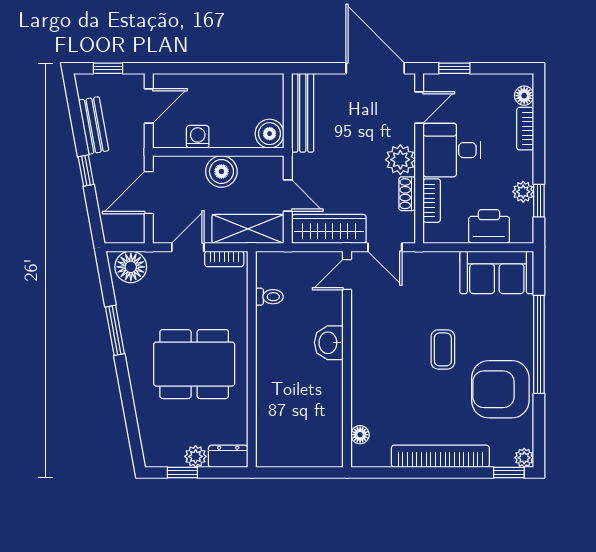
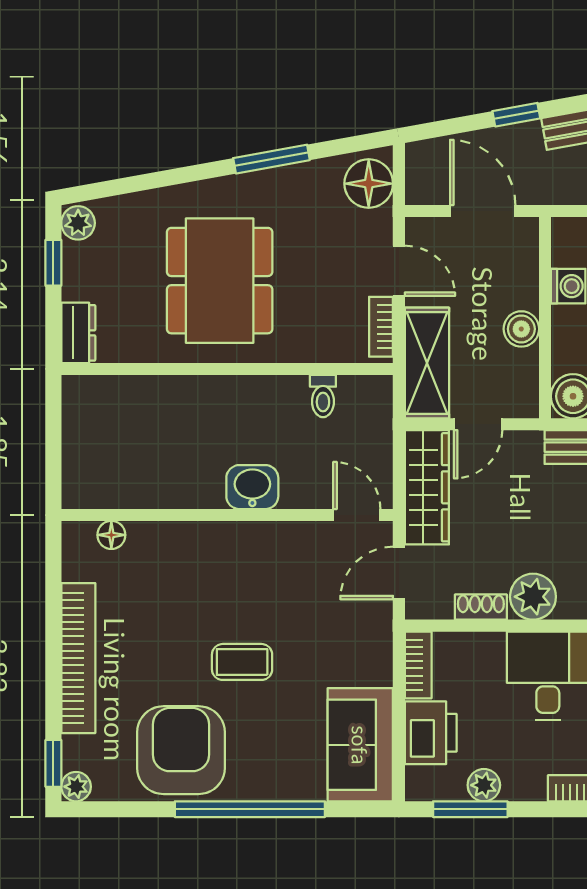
boiler: (221, 171) -> (521, 329), width x0.73, depth x0.73
bookcase: (432, 201) -> (418, 665), moved, turned -90
window: (539, 201) -> (470, 809), width x1.50
plant: (196, 456) -> (78, 223), moved

